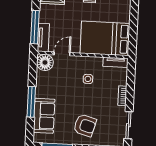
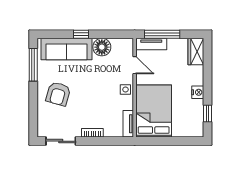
floor lamp: (45, 62) -> (102, 47), moved
side table: (88, 79) -> (125, 89), moved
window: (31, 102) -> (81, 34), width x0.46
sofa: (44, 116) -> (66, 49), width x1.36

